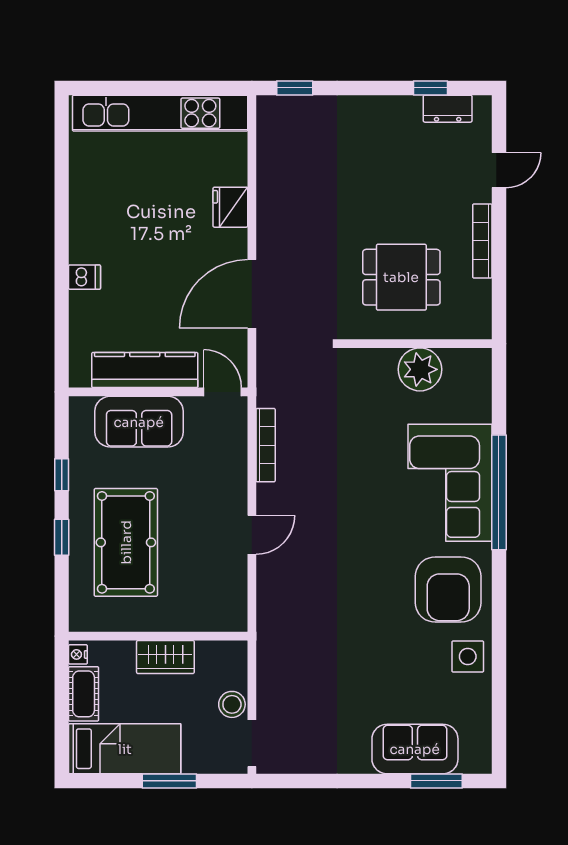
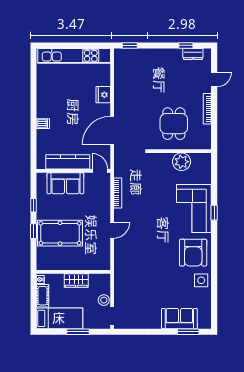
dining table: (401, 277) -> (174, 124), turned 90
window: (499, 492) -> (214, 213), width x0.32
pool table: (126, 542) -> (60, 233), turned 90

